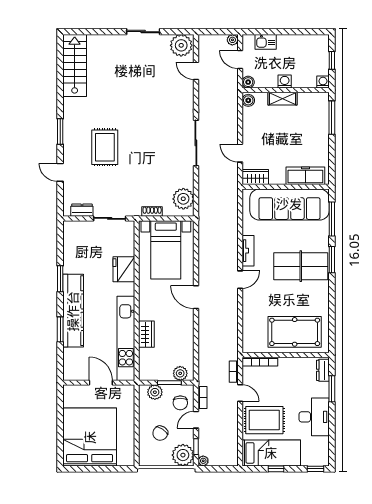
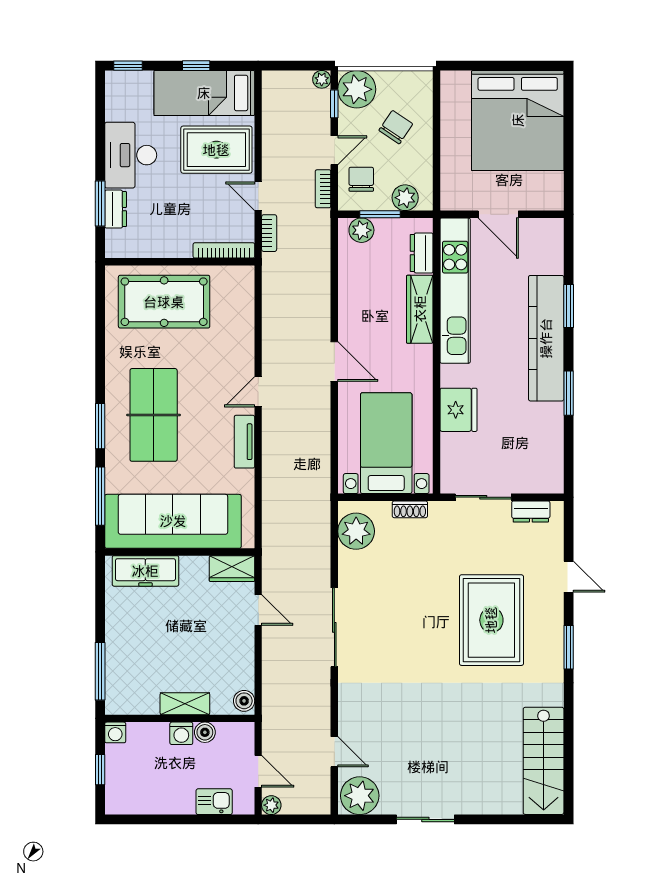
boiler: (248, 82) -> (205, 732), moved
rug: (105, 147) -> (491, 620), width x1.37, depth x1.44
table tennis table: (301, 266) -> (154, 415), turned 90
wardrobe: (146, 334) -> (420, 309), width x1.50
dresser: (145, 360) -> (422, 253), added
dresser: (323, 370) -> (116, 209), moved

